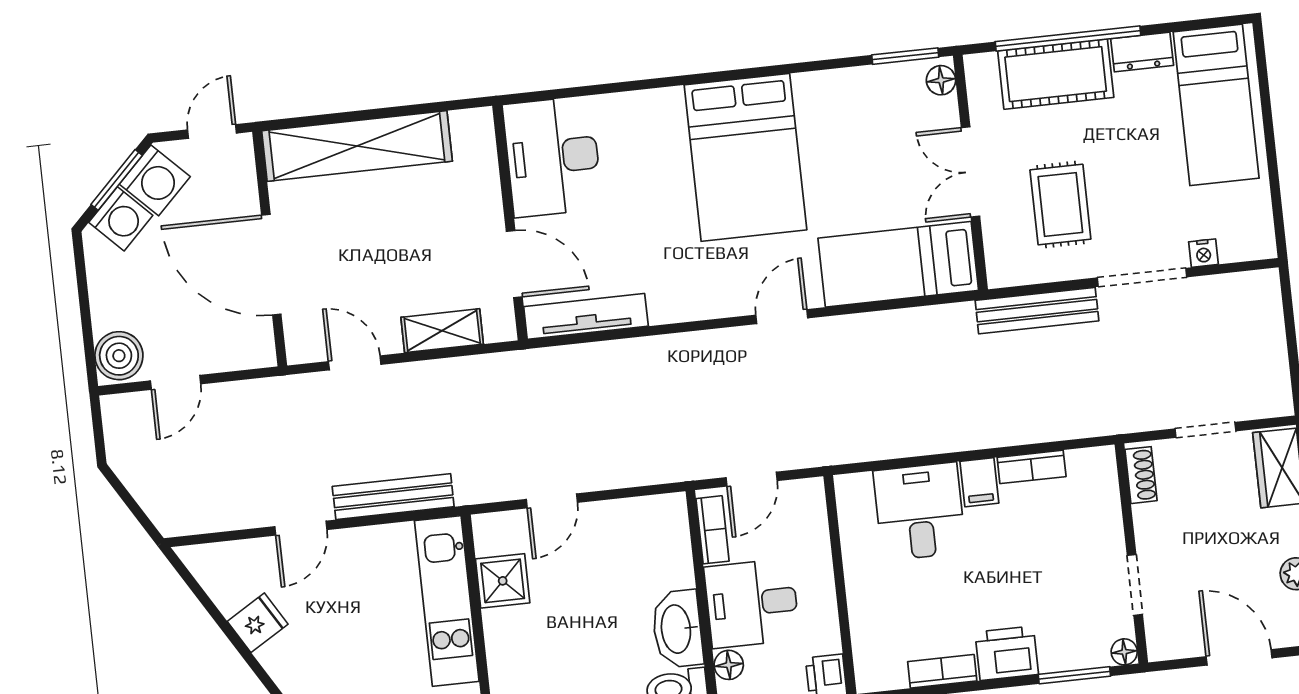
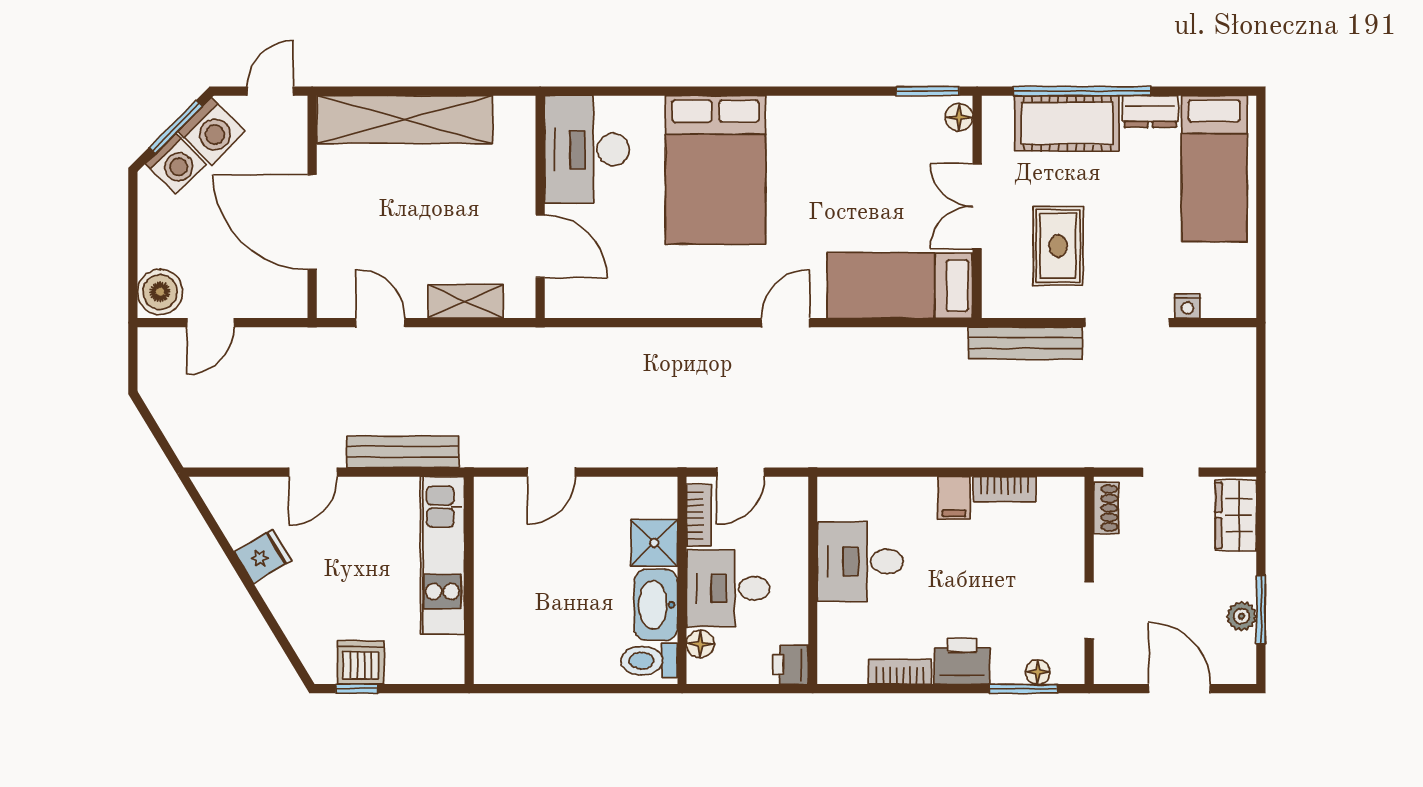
bed: (745, 157) -> (716, 170), moved
tv unit: (586, 316) -> (602, 303), removed
desk: (920, 512) -> (860, 562), moved, turned -90
shower: (503, 581) -> (654, 543), moved
floor lamp: (1124, 652) -> (1038, 672), moved

